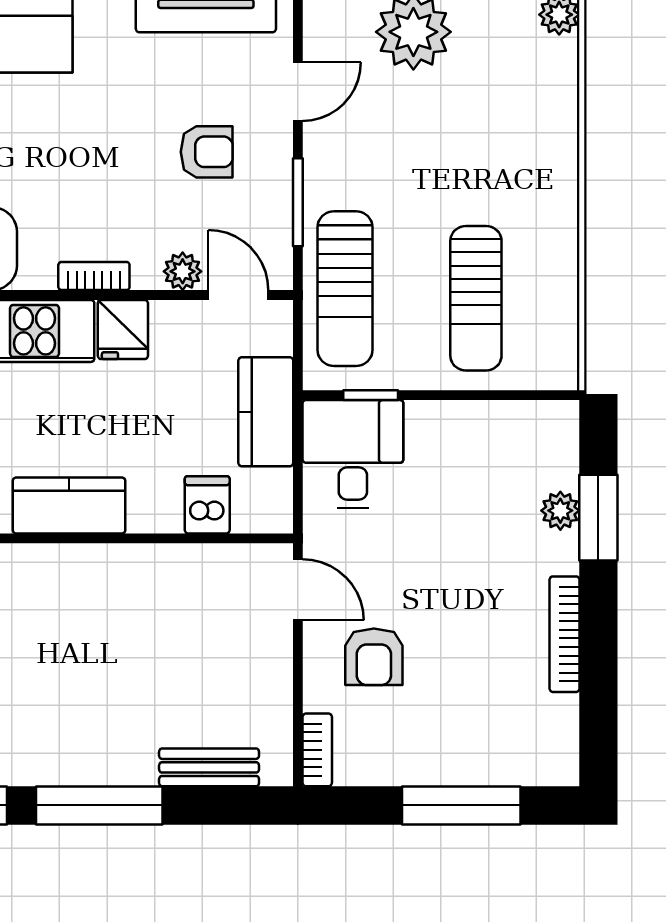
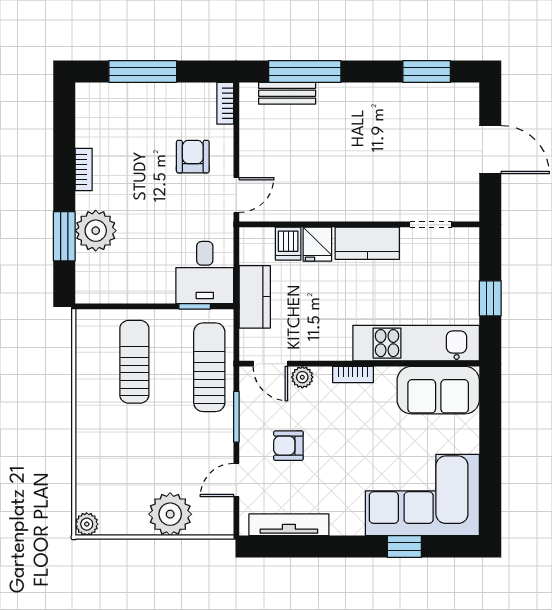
fridge: (123, 330) -> (317, 244), moved, turned 180
plant: (560, 511) -> (96, 231), width x1.88, depth x1.88
door: (298, 590) -> (236, 195), swing flipped
bookcase: (565, 634) -> (84, 170), width x0.64
window: (99, 805) -> (305, 71), moved

